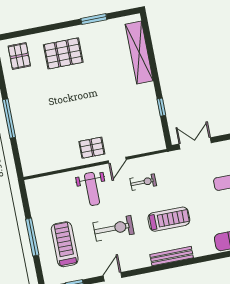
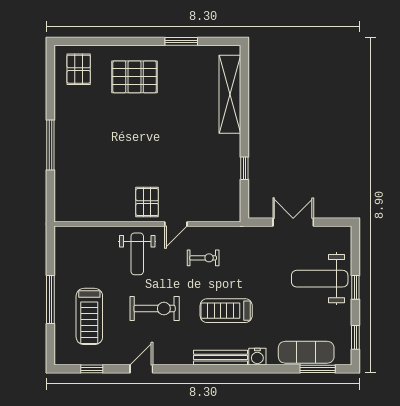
double door: (195, 143) -> (293, 222), moved
pallet: (92, 148) -> (147, 202), turned 90
treadmill: (169, 219) -> (226, 311), turned 180
treadmill: (65, 244) -> (89, 316), turned 180
water cooler: (200, 250) -> (257, 357), added

